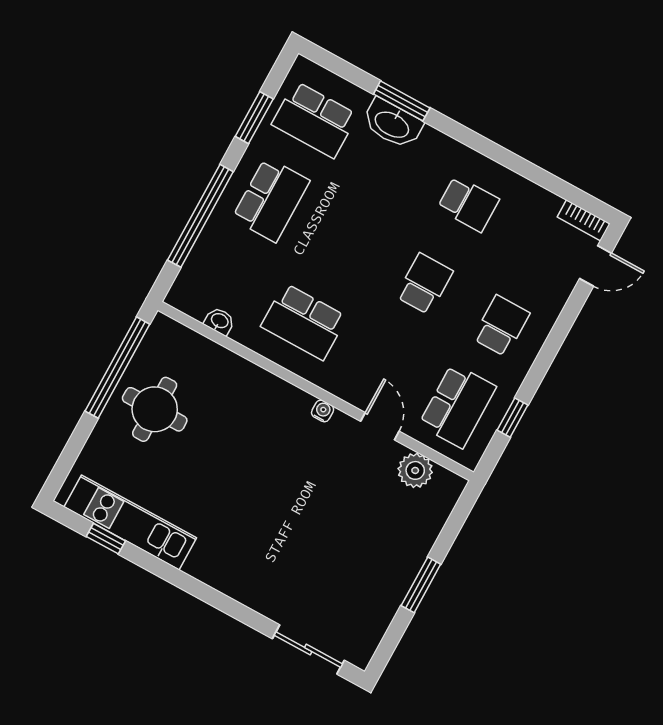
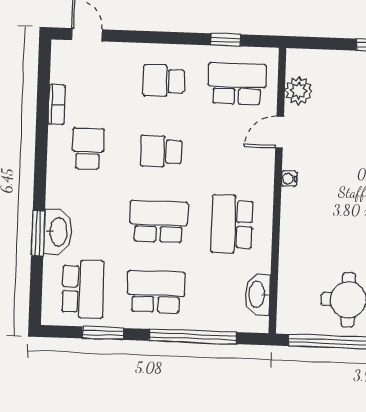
bookcase: (584, 220) -> (57, 104), moved
school desk: (348, 242) -> (159, 222), added
washbasin: (219, 321) -> (258, 295), width x1.91, depth x1.45
school desk: (304, 322) -> (232, 224), turned 180

